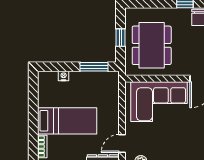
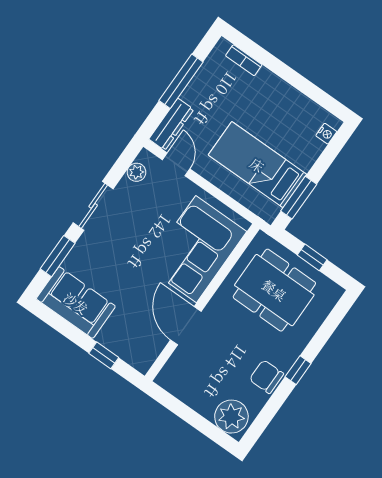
nightstand: (64, 76) -> (326, 134), moved
bed: (67, 121) -> (257, 165), moved, turned 90

